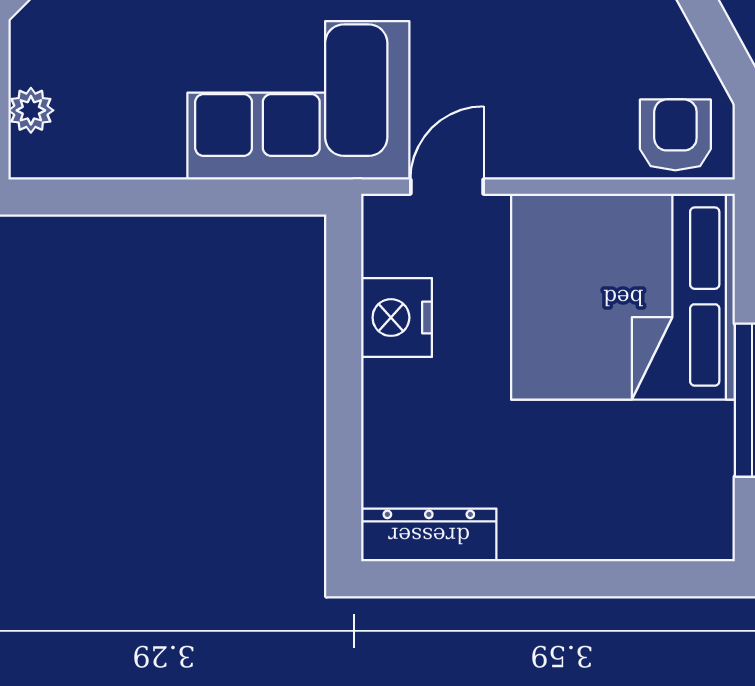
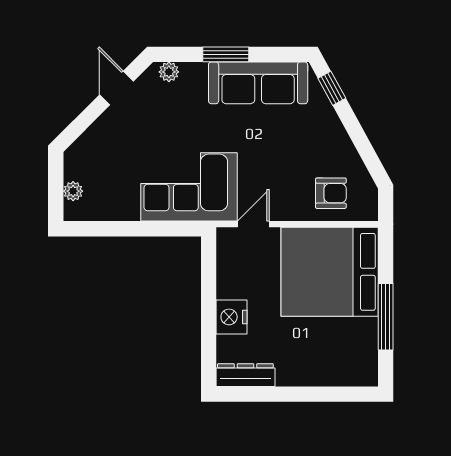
armchair: (675, 135) -> (331, 193), moved, turned 90
nightstand: (397, 318) -> (231, 317), moved

